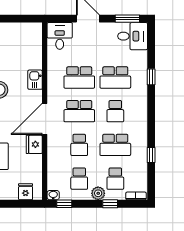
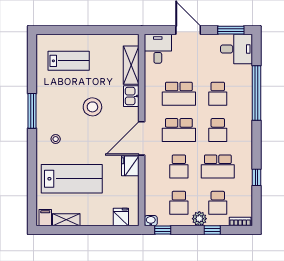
shelving: (35, 51) -> (131, 65), added
school desk: (115, 77) -> (218, 94), width x0.54
window: (151, 77) -> (257, 93), width x3.17

